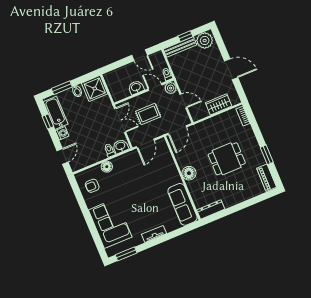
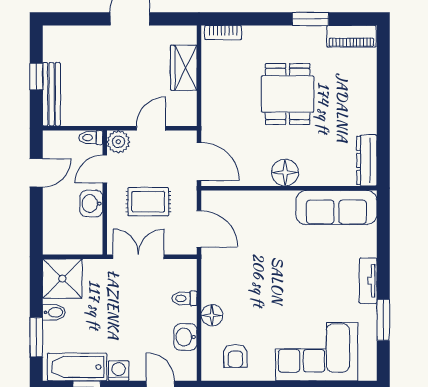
plant: (205, 41) -> (58, 45), removed
rug: (148, 114) -> (148, 202), turned 90
washbasin: (120, 146) -> (185, 337), moved
window: (126, 254) -> (383, 320), moved

